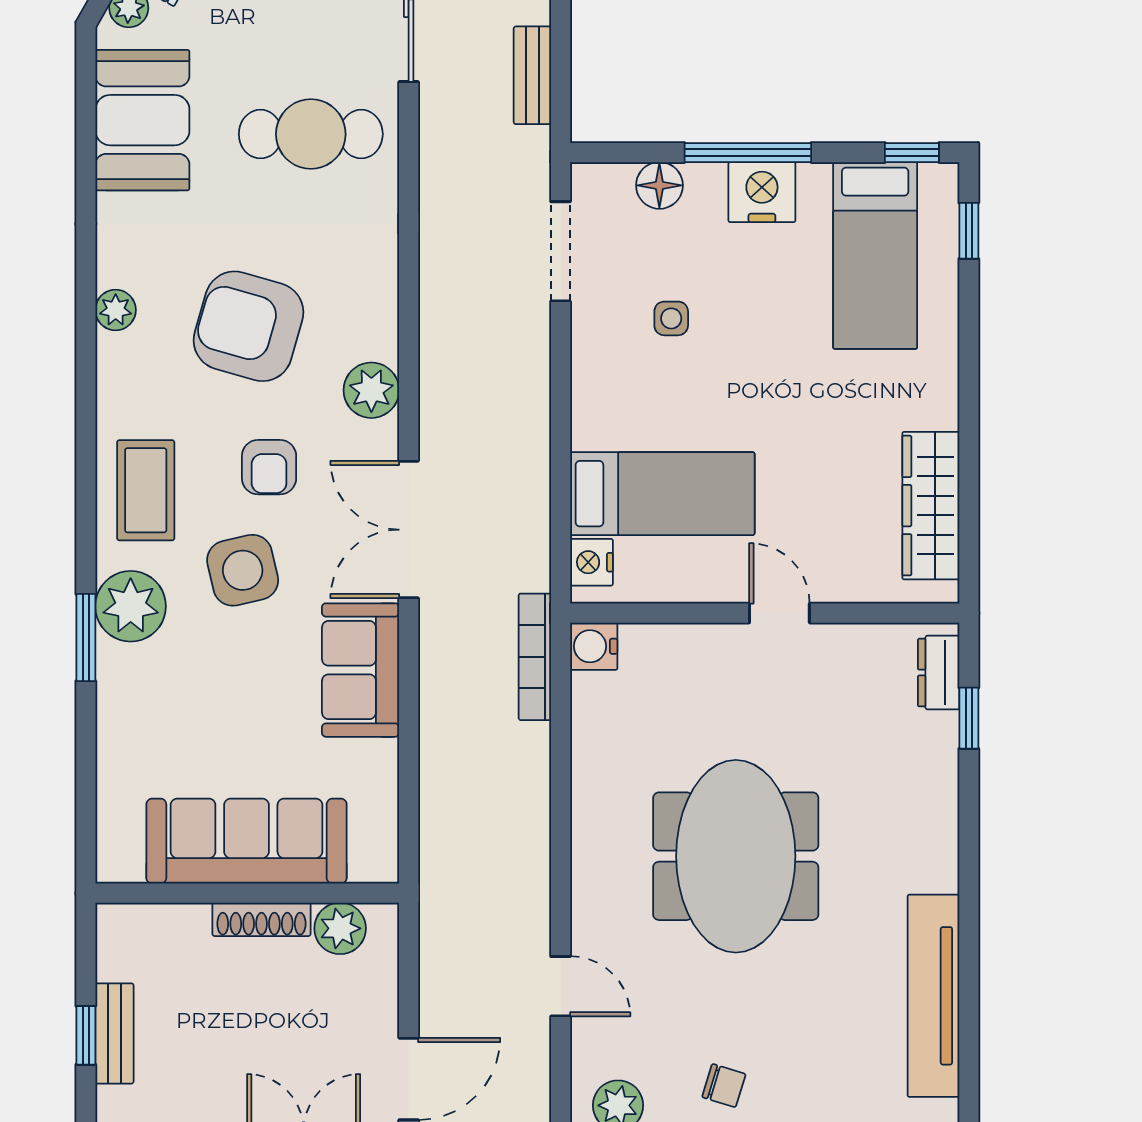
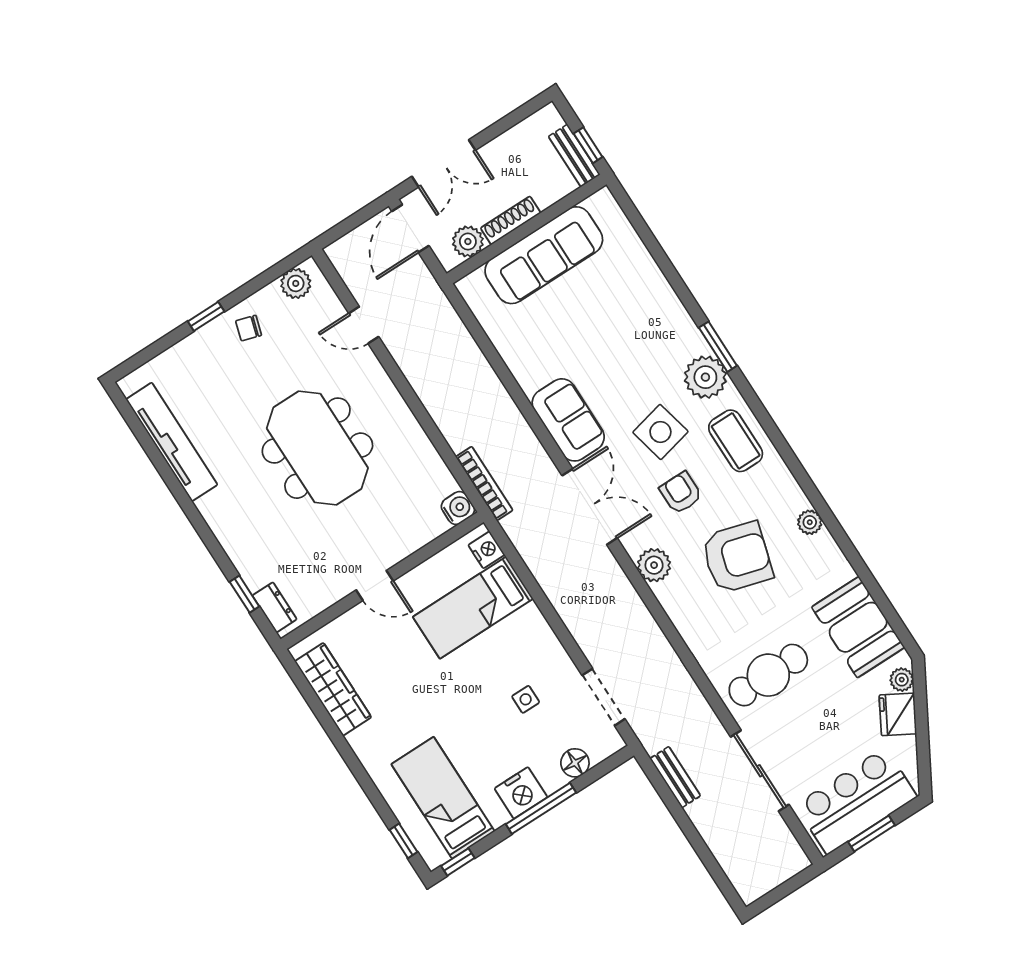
sofa: (246, 841) -> (544, 255), moved
wall: (247, 893) -> (526, 229), moved
shoe rack: (261, 919) -> (511, 220), moved
plant: (340, 928) -> (468, 242), moved

